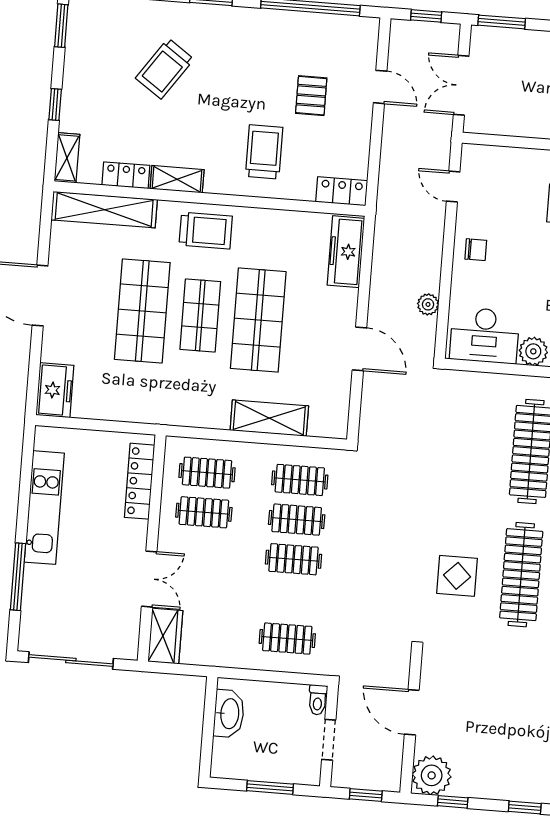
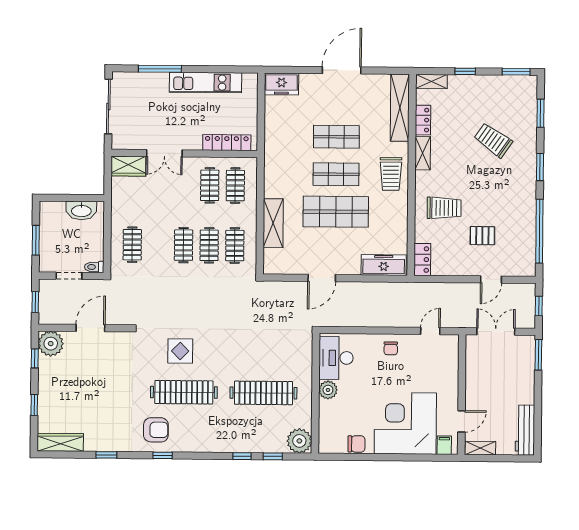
plant: (428, 304) -> (353, 320), removed
shop shelf: (142, 311) -> (336, 137), width x0.70, depth x0.74

